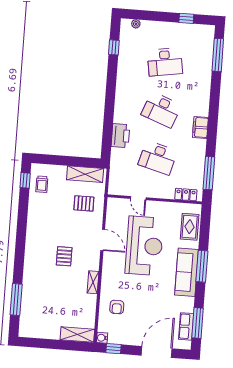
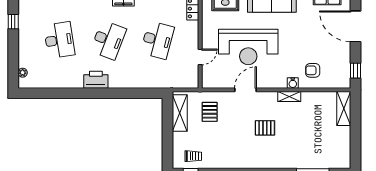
window: (114, 47) -> (48, 93), removed
printer: (120, 136) -> (96, 80), moved
reception desk: (144, 246) -> (248, 47), turned 180
armchair: (117, 307) -> (313, 70), turned 180
water cooler: (102, 338) -> (293, 83), moved

